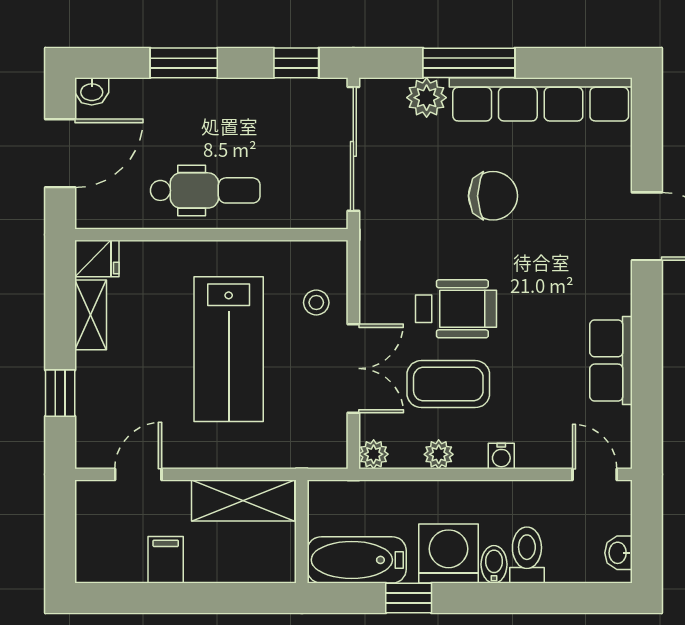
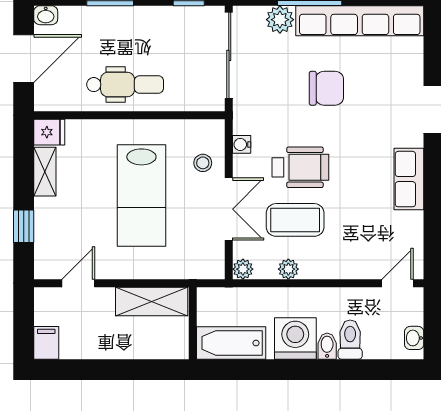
row of seats: (611, 360) -> (409, 179), moved
water cooler: (501, 456) -> (242, 144), moved, turned 90
door: (595, 474) -> (398, 283), hinge flipped
filing cabinet: (166, 560) -> (46, 343), moved
window: (409, 598) -> (267, 370), removed

